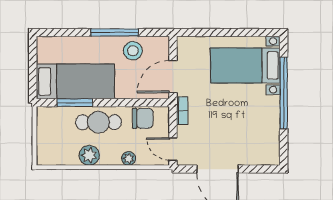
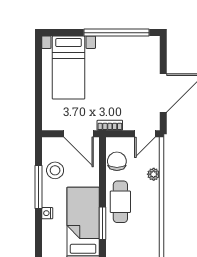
nightstand: (86, 42) -> (47, 213), added
window: (284, 93) -> (116, 33), moved
plant: (89, 155) -> (151, 210), removed

